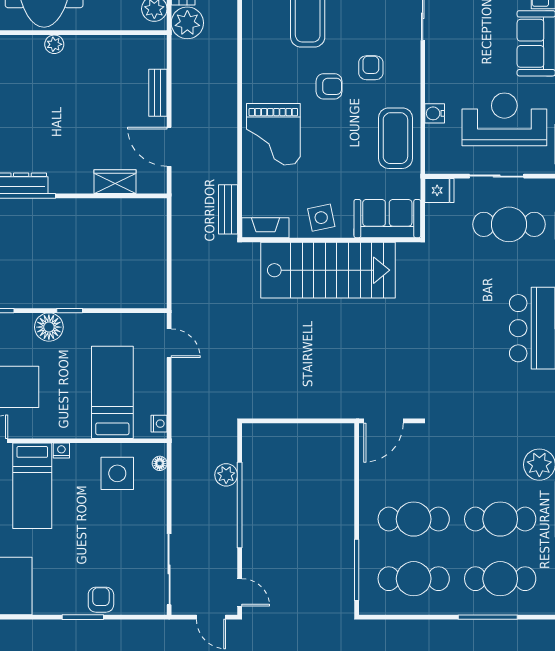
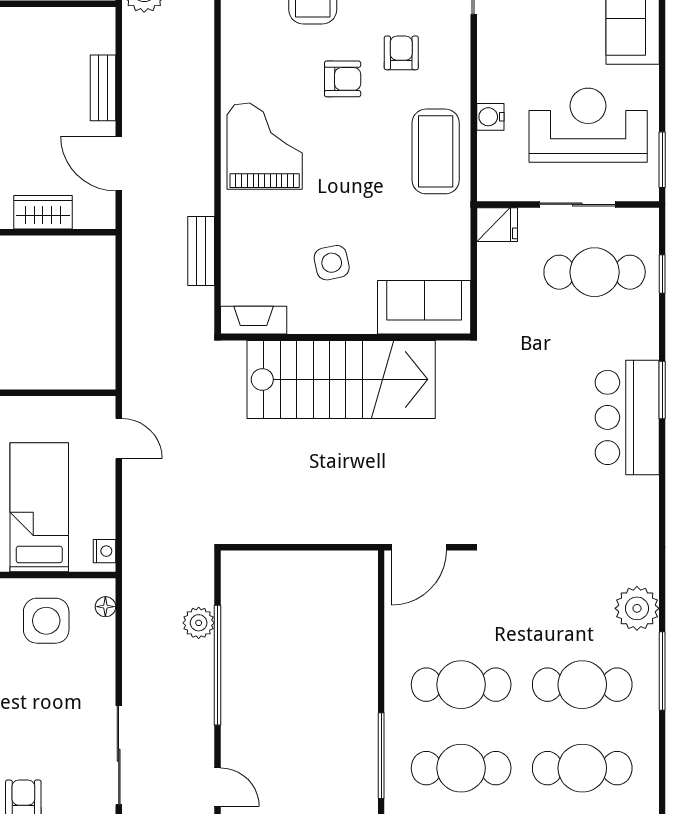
grand piano: (273, 134) -> (265, 146), turned 180
sofa: (387, 219) -> (424, 307), moved
fireplace: (265, 228) -> (254, 320), moved
wall: (331, 240) -> (346, 337), moved
stairs: (328, 270) -> (341, 379), moved

